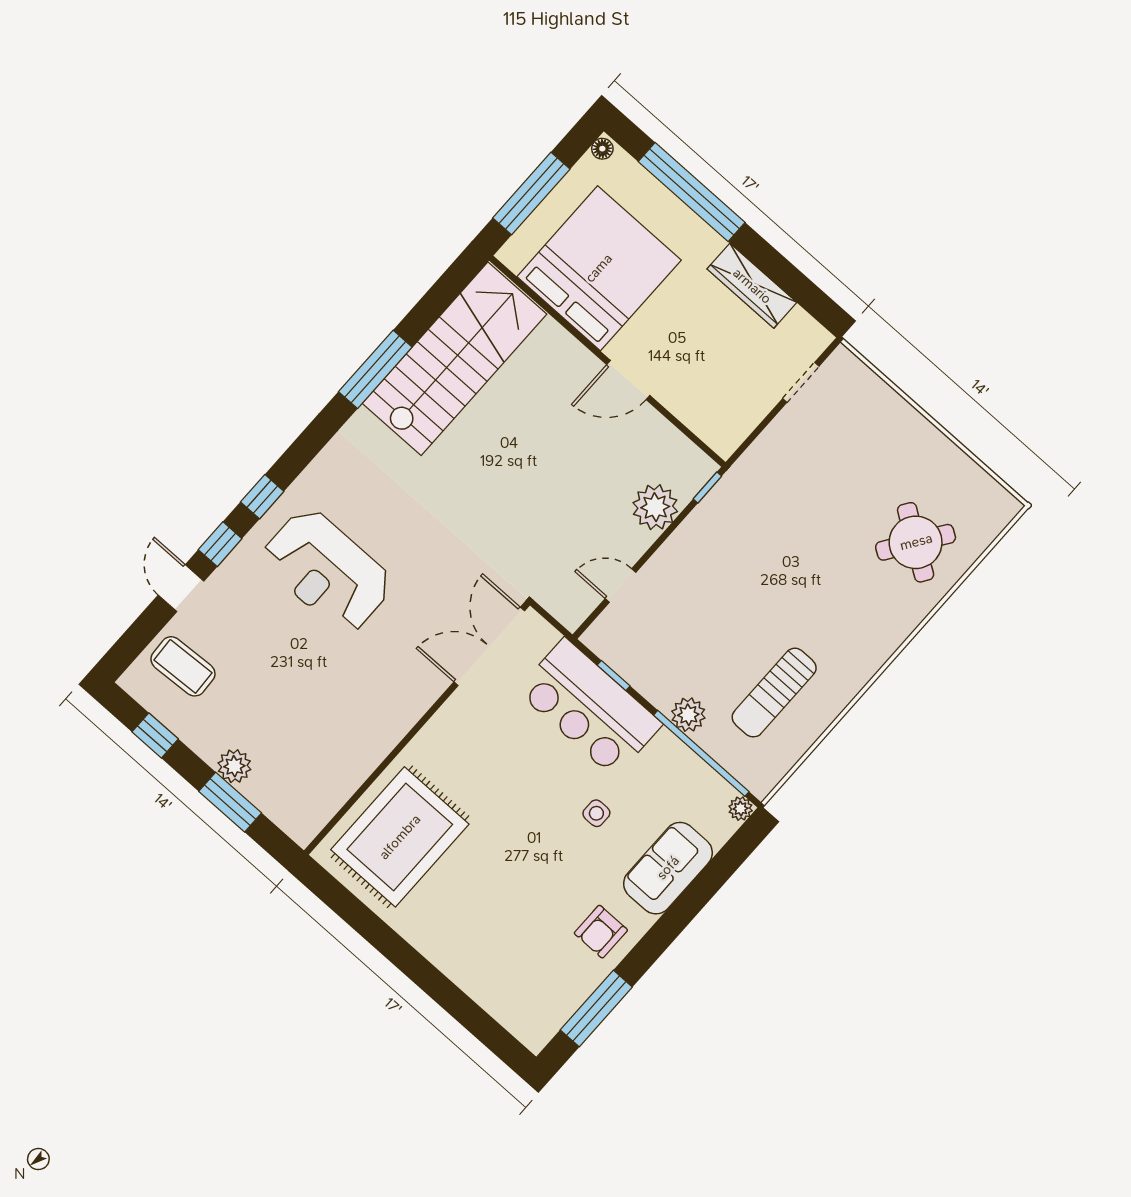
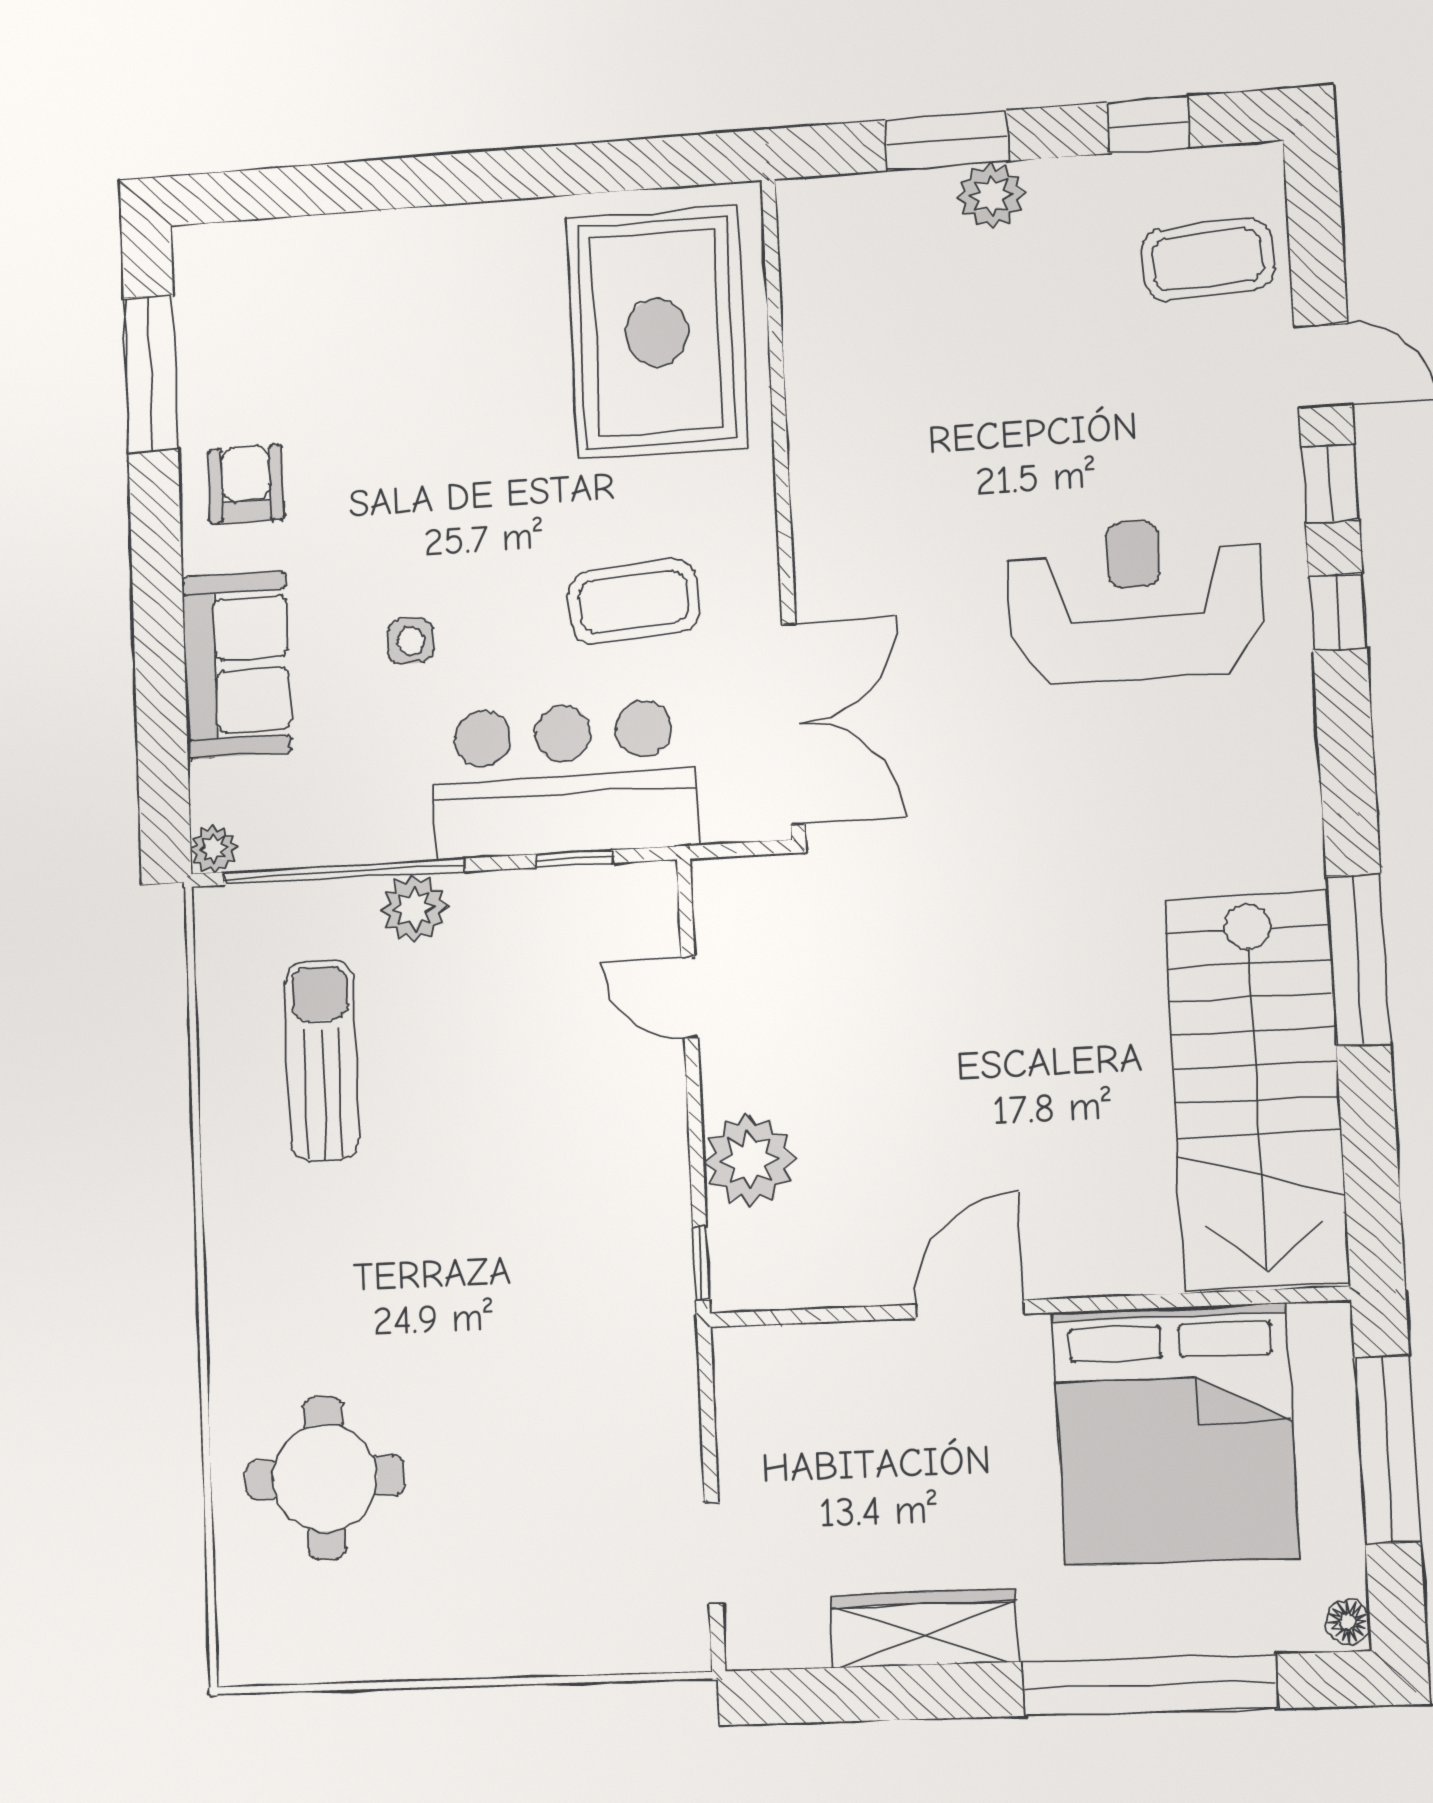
round table: (916, 542) -> (325, 1478), turned -34
door: (621, 585) -> (690, 997), swing flipped
coffee table: (503, 747) -> (634, 602), added

